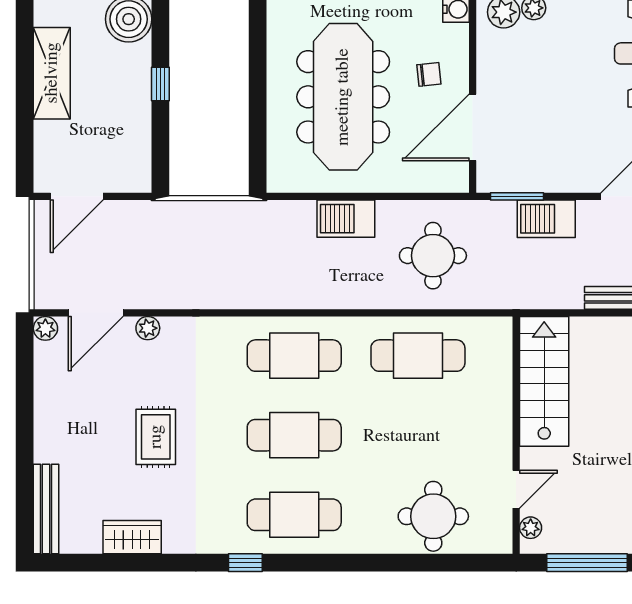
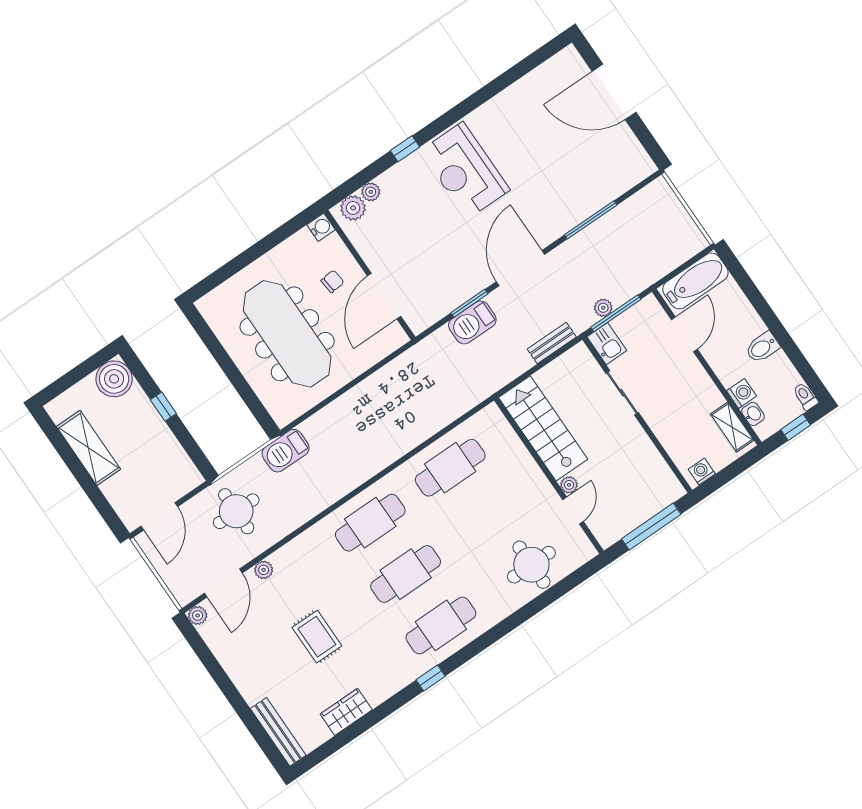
window: (517, 196) -> (469, 303), moved
barbecue: (346, 219) -> (286, 451), moved
round table: (433, 256) -> (236, 511), moved
plant: (531, 528) -> (569, 485), moved

